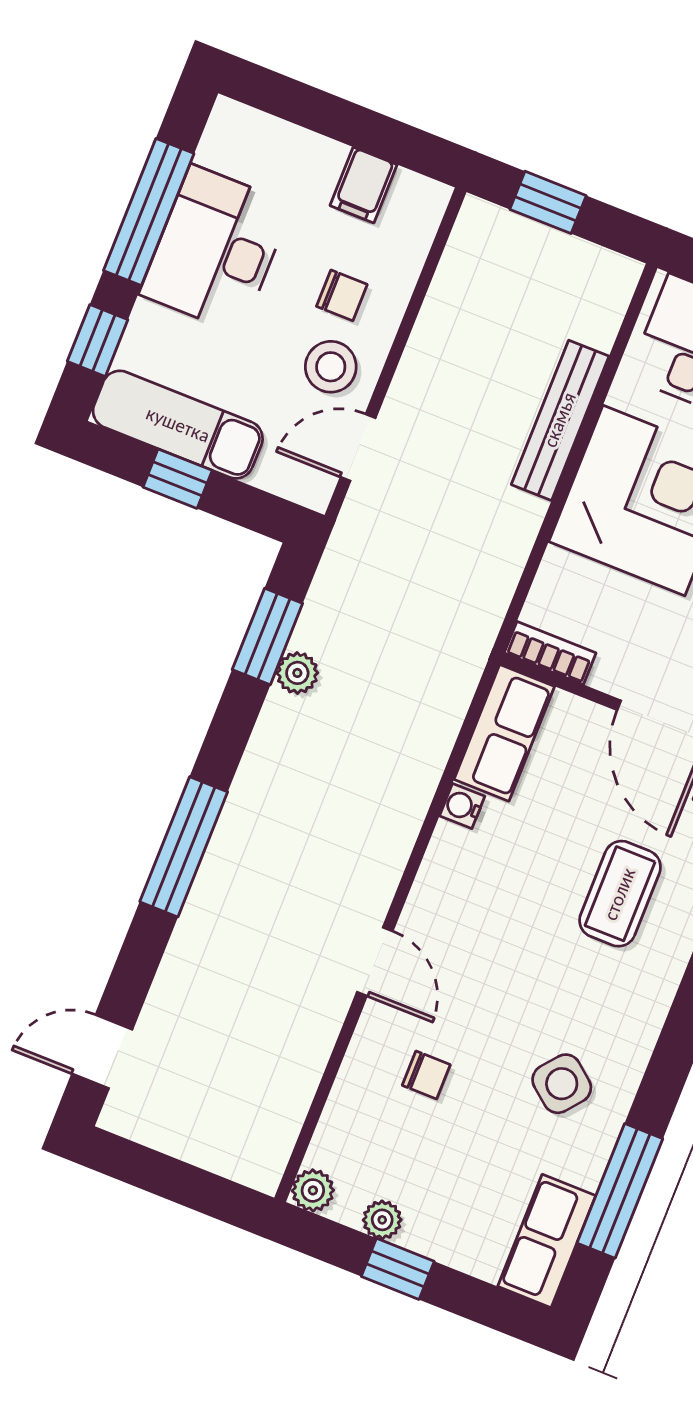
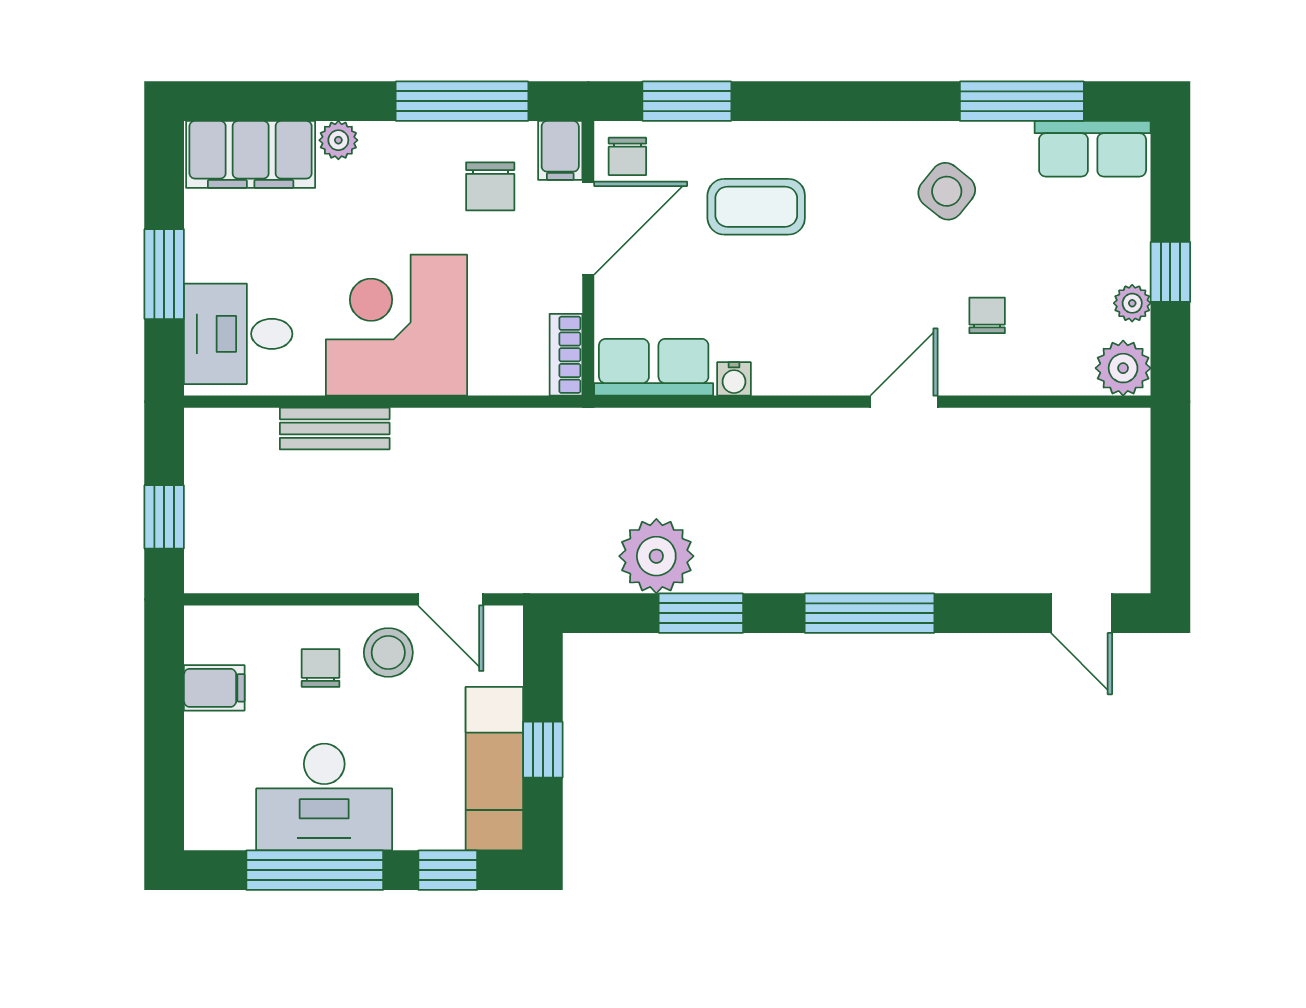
bench: (560, 420) -> (335, 429), width x0.73
window: (267, 637) -> (701, 613), moved
plant: (297, 673) -> (656, 556), width x1.88, depth x1.88
plant: (313, 1190) -> (1123, 368), width x1.38, depth x1.38

